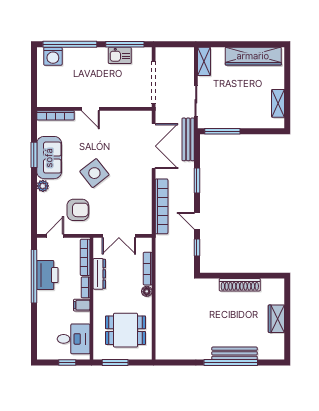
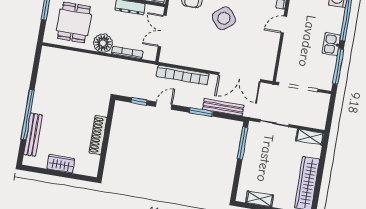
kitchen sink: (120, 55) -> (331, 44), moved
bench: (188, 139) -> (223, 107), moved
floor lamp: (147, 291) -> (103, 43), width x1.89, depth x1.89
bench: (235, 353) -> (33, 135), moved

